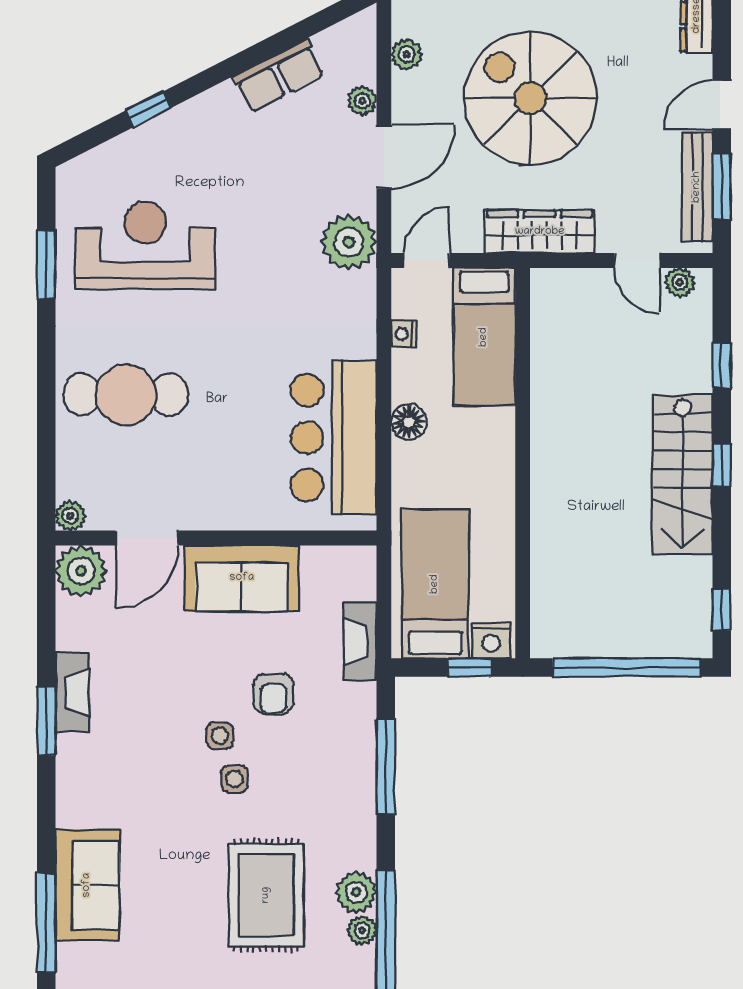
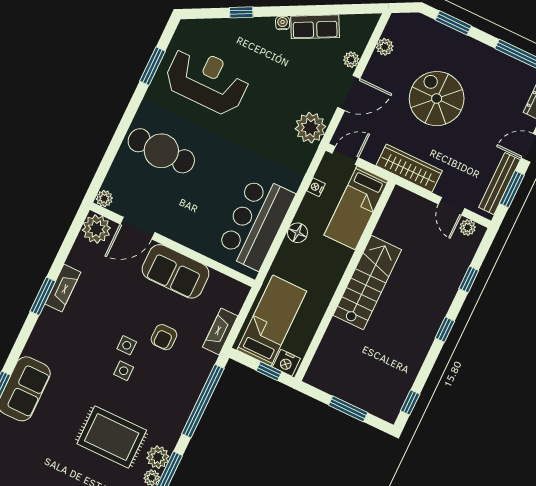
water cooler: (223, 95) -> (283, 23), added
spiral stairs: (530, 98) -> (437, 99), width x0.73, depth x0.73
stairs: (682, 475) -> (367, 282), moved, turned 180
window: (626, 668) -> (348, 409), width x0.47
window: (386, 767) -> (203, 401), width x1.46
rug: (266, 895) -> (112, 437), turned 90

